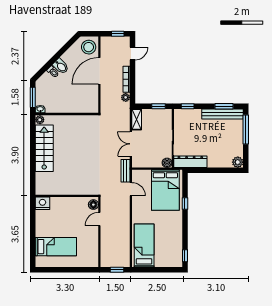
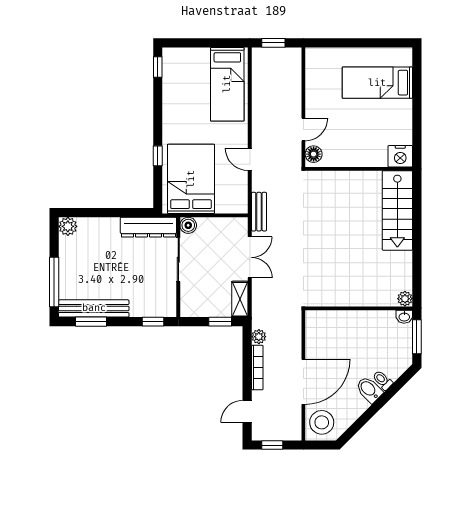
window: (158, 106) -> (220, 322), moved
stairs: (44, 148) -> (397, 211), moved
door: (131, 189) -> (250, 159), moved

